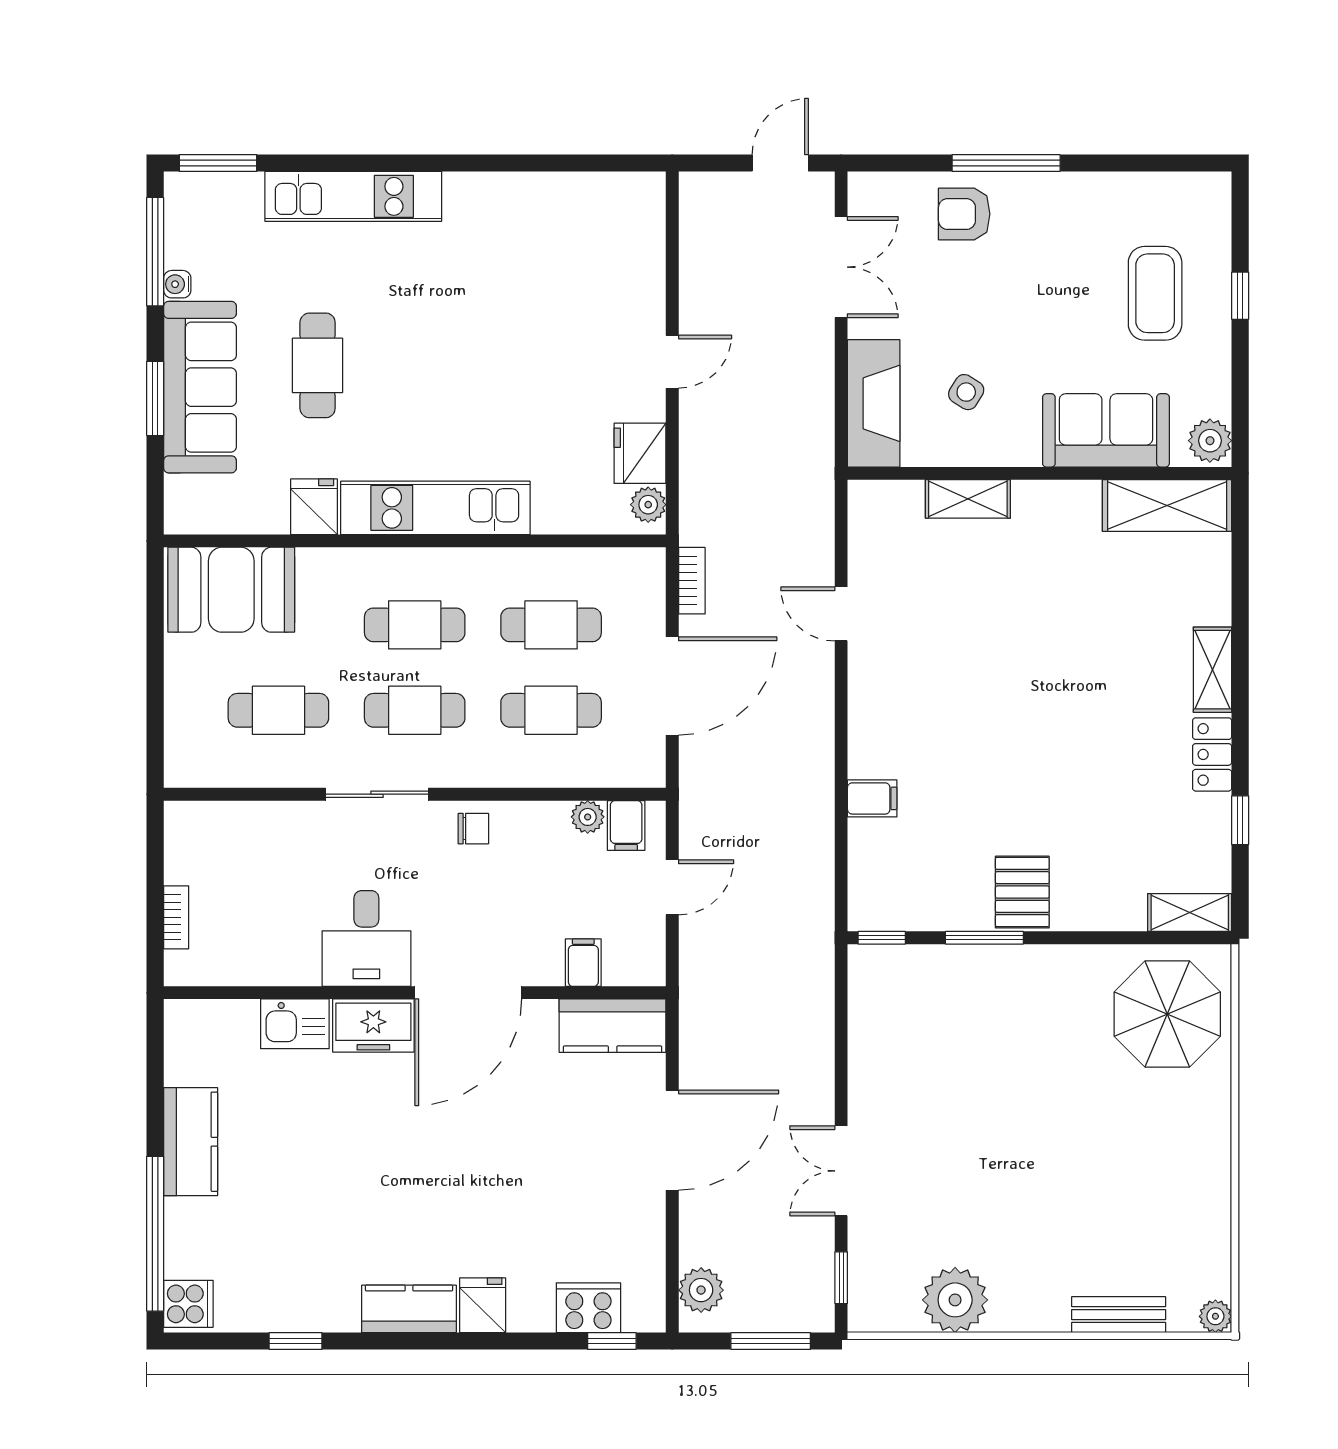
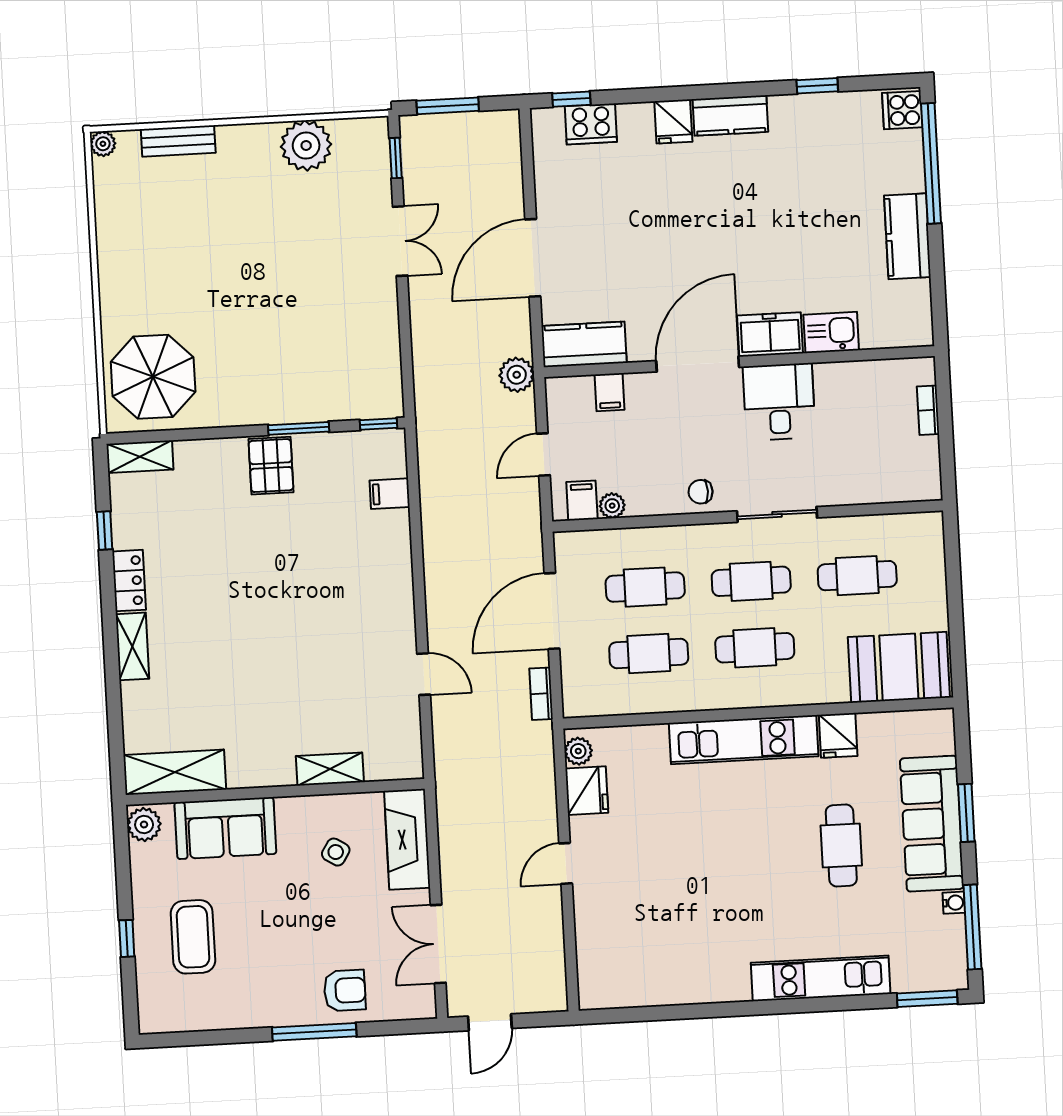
filing cabinet: (872, 798) -> (390, 494), moved
plant: (701, 1290) -> (517, 375), moved

